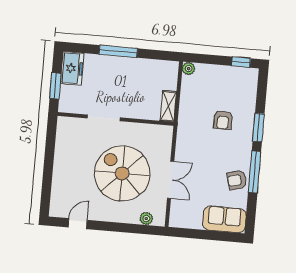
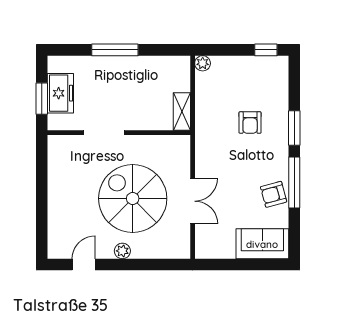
freezer: (72, 68) -> (60, 93), moved
plant: (146, 219) -> (122, 251), moved

